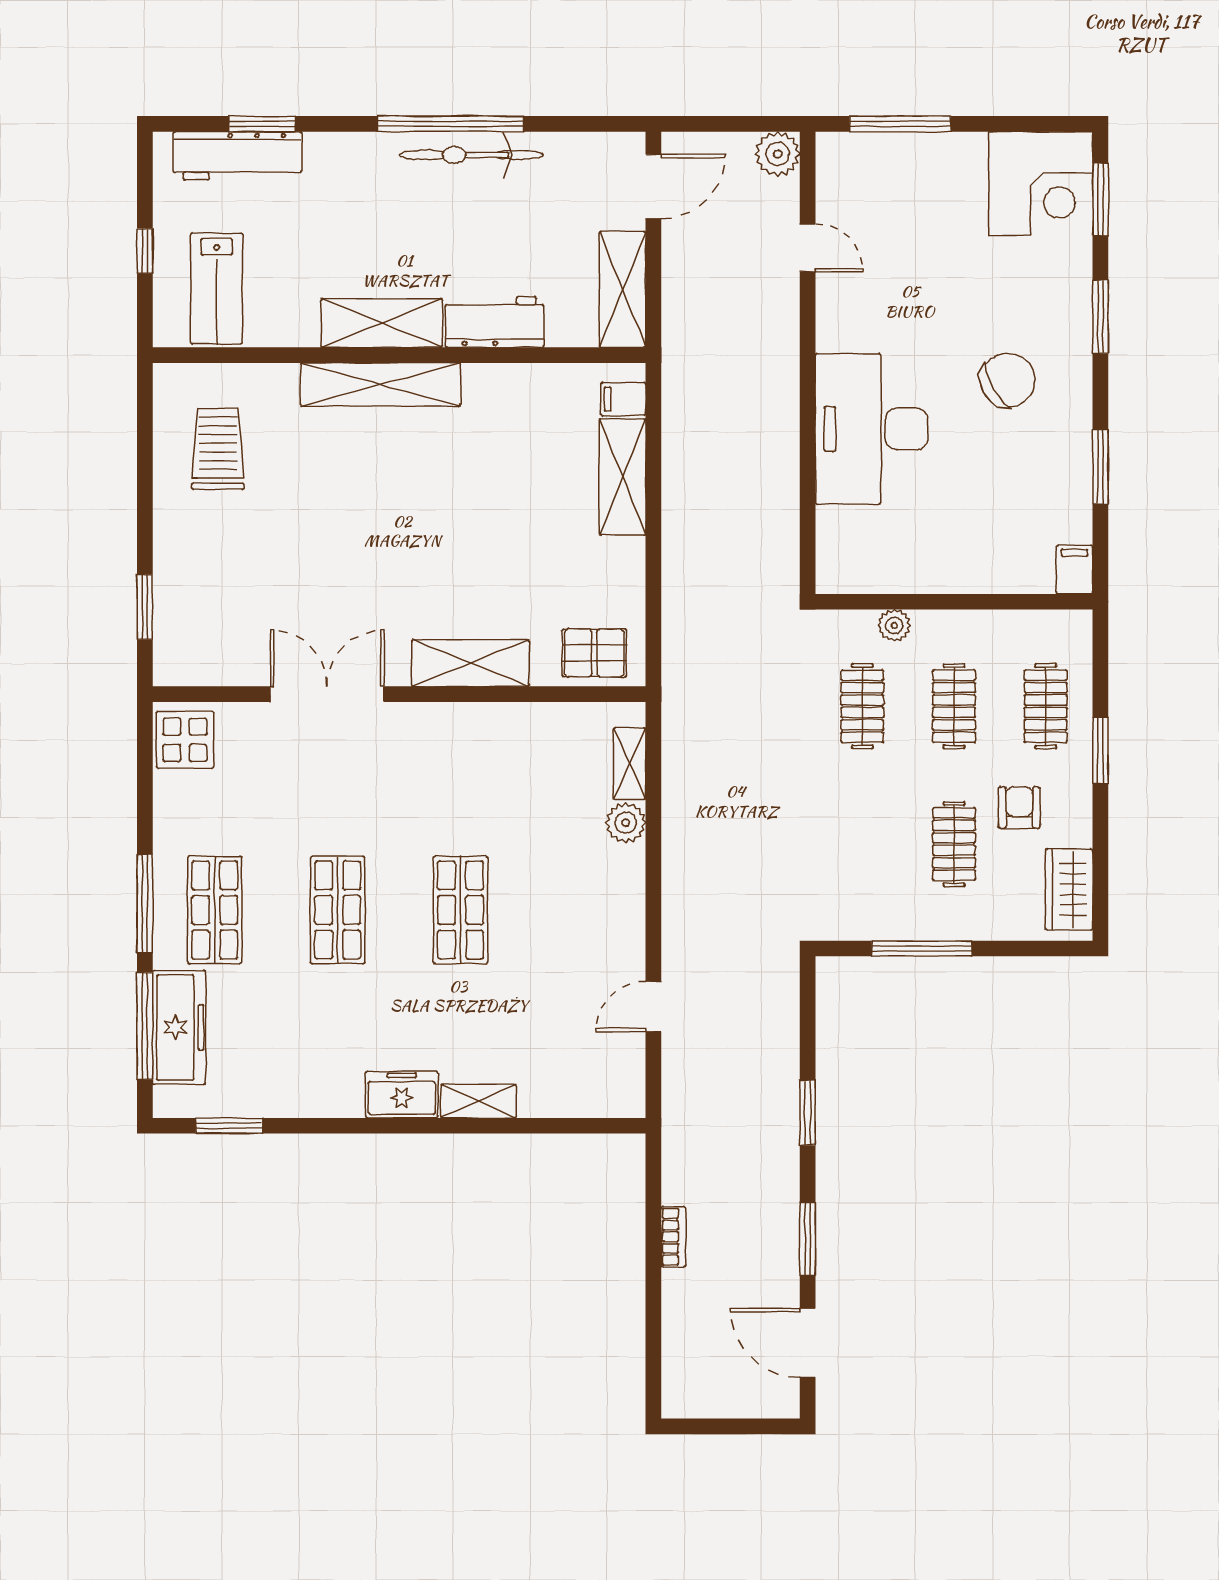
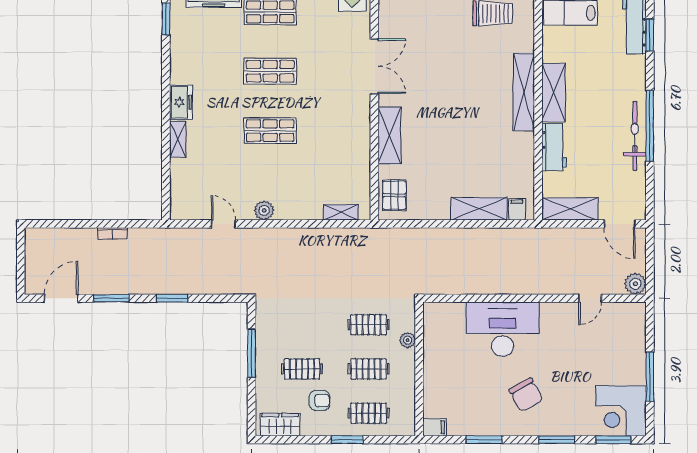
window: (900, 124) -> (650, 377), moved
plant: (626, 823) -> (264, 210), moved

